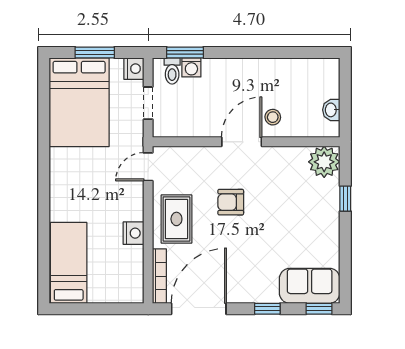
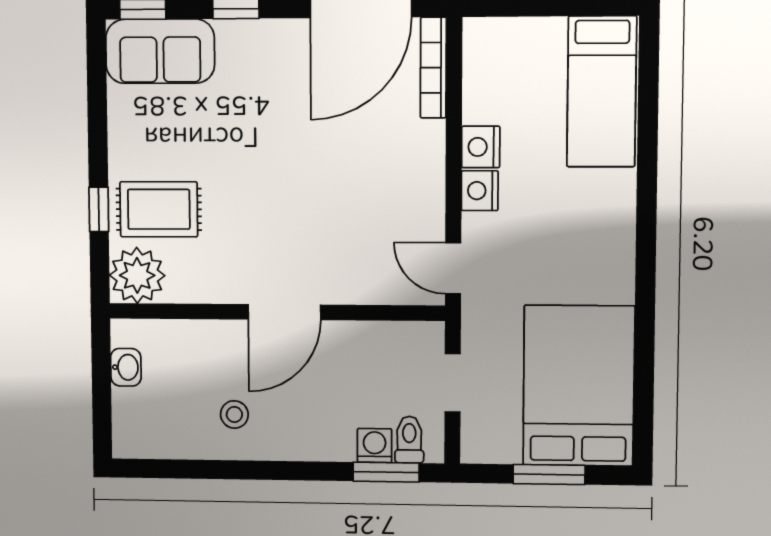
nightstand: (134, 69) -> (480, 191), moved
stool: (273, 117) -> (234, 414), moved
door: (148, 167) -> (453, 268), swing flipped
armchair: (231, 202) -> (303, 204), removed
rug: (176, 219) -> (159, 209), moved, turned 90

